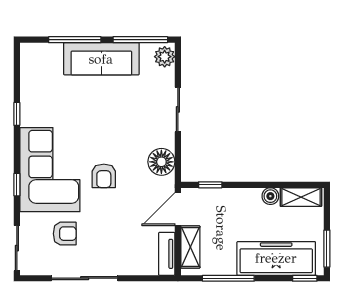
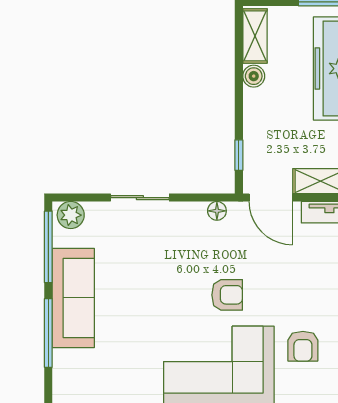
floor lamp: (161, 162) -> (217, 211), width x0.53, depth x0.53
armchair: (65, 234) -> (303, 346), turned 180

